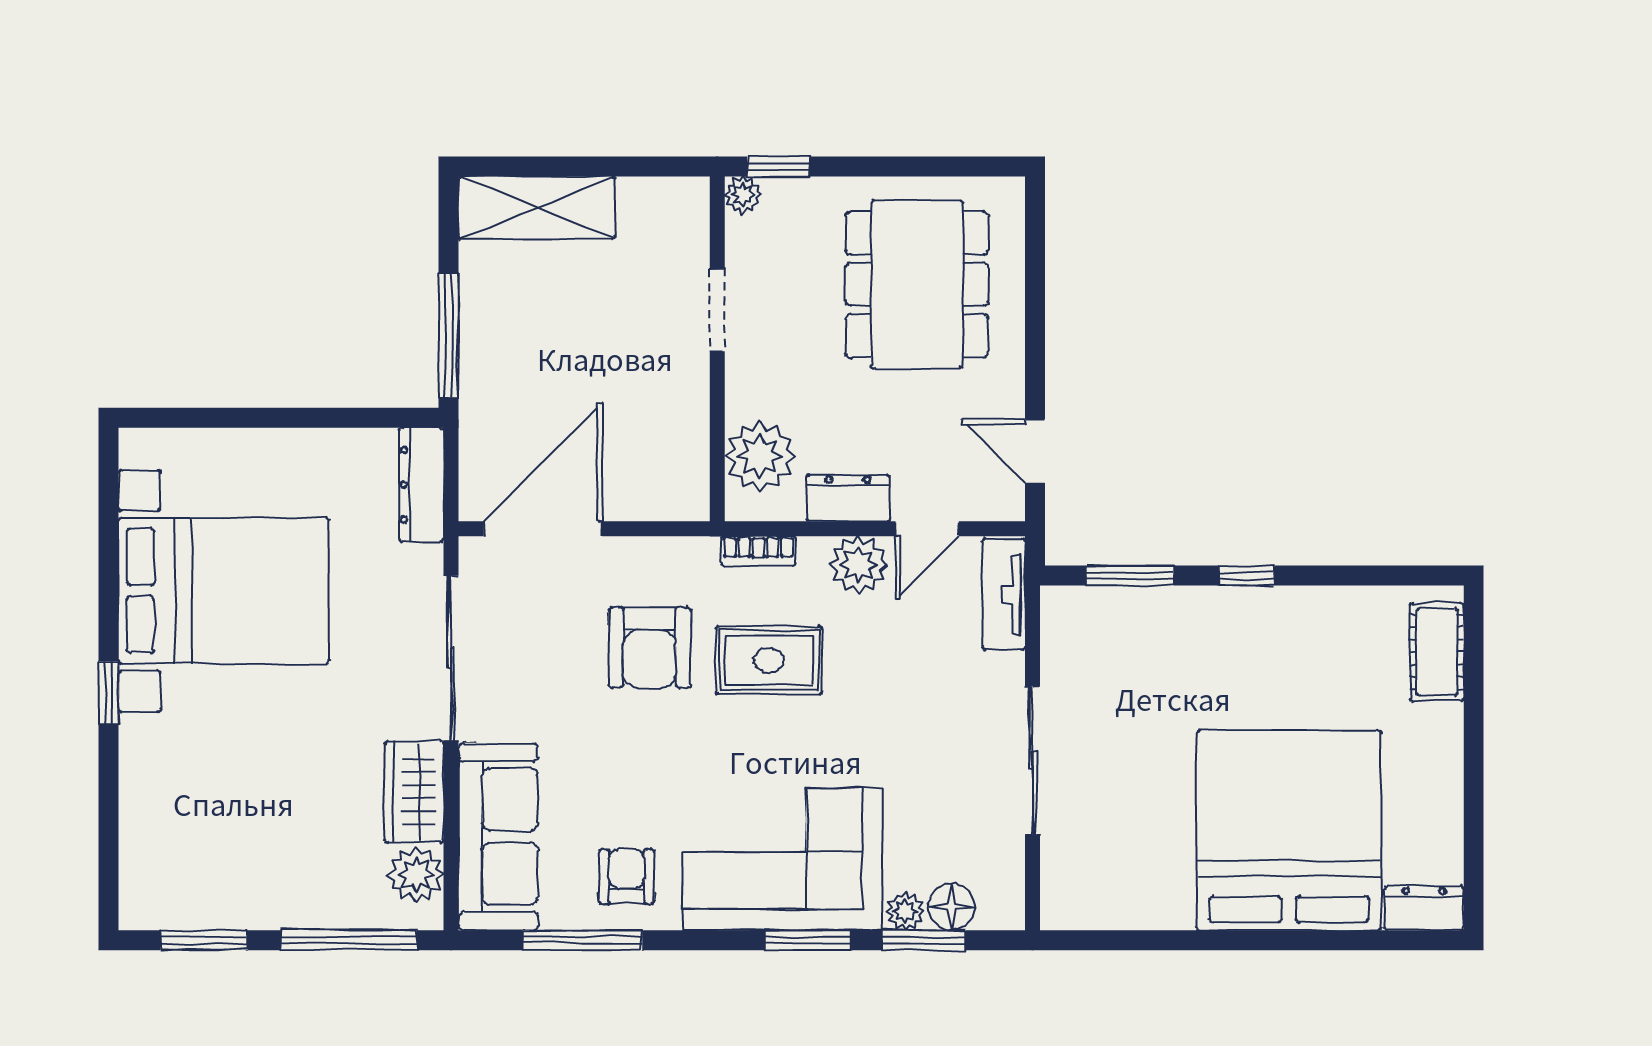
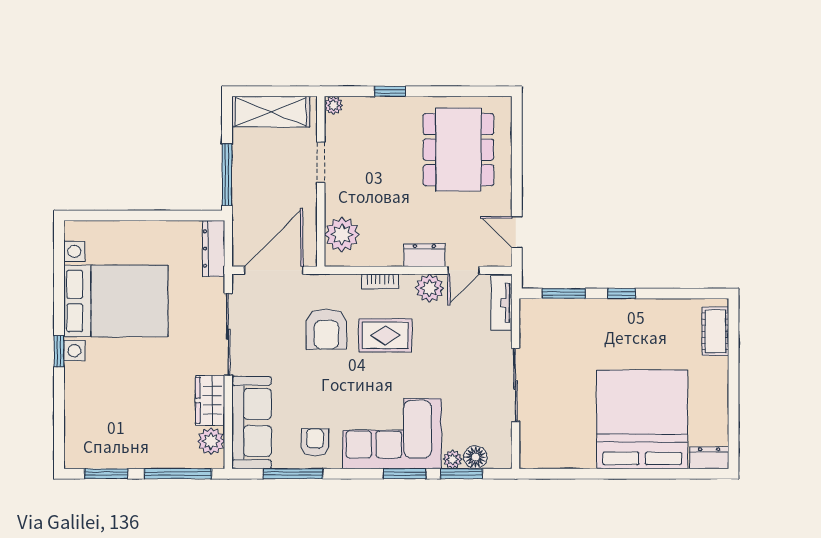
plant: (743, 195) -> (334, 105), moved
doorway: (717, 310) -> (321, 162), moved
wall: (717, 349) -> (321, 181), moved
plant: (760, 456) -> (342, 234), moved

